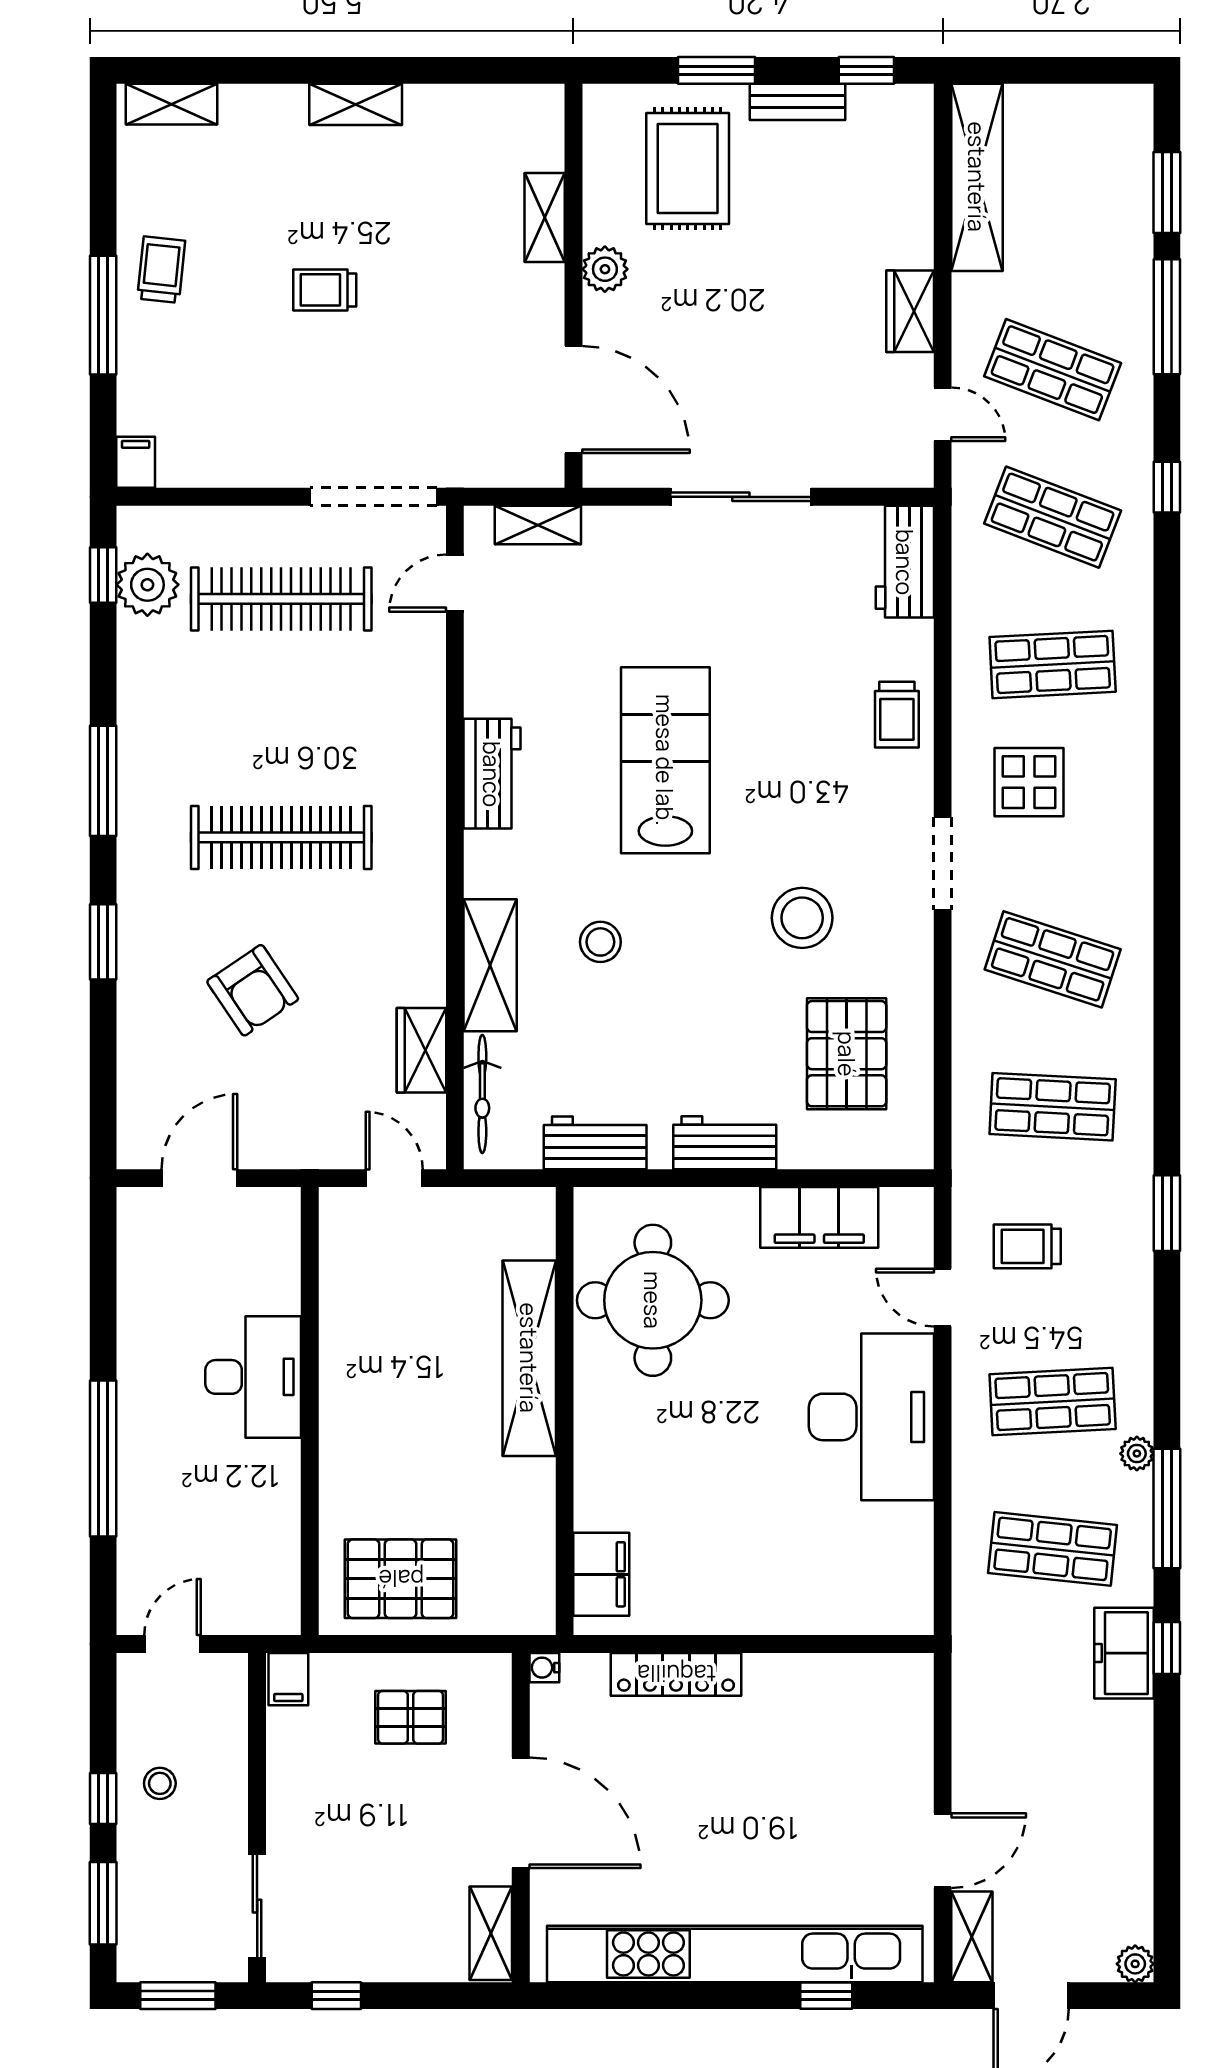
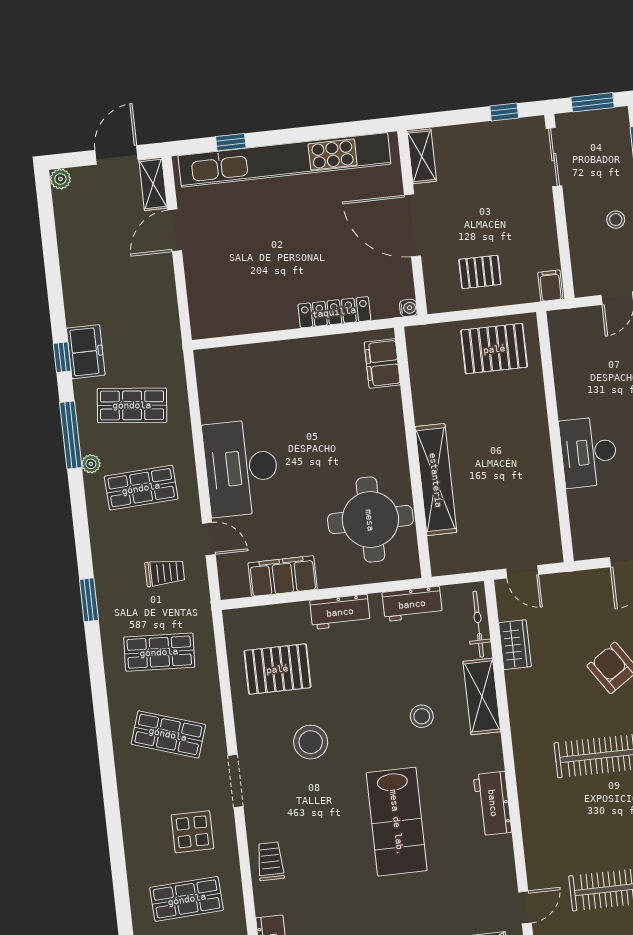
pallet: (847, 1054) -> (277, 669), turned 90

